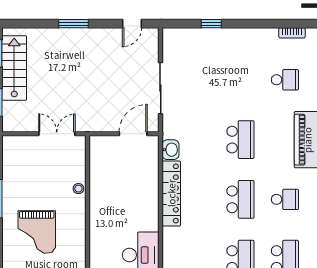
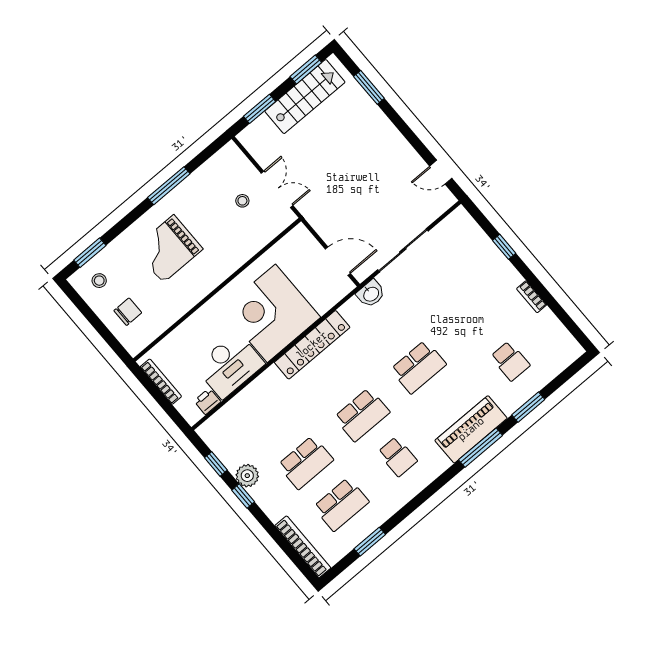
window: (73, 24) -> (369, 87), moved
bookcase: (292, 33) -> (532, 297), moved
washbasin: (170, 150) -> (371, 294), moved
stool: (78, 189) -> (242, 201), moved
corner desk: (130, 202) -> (271, 313), added

